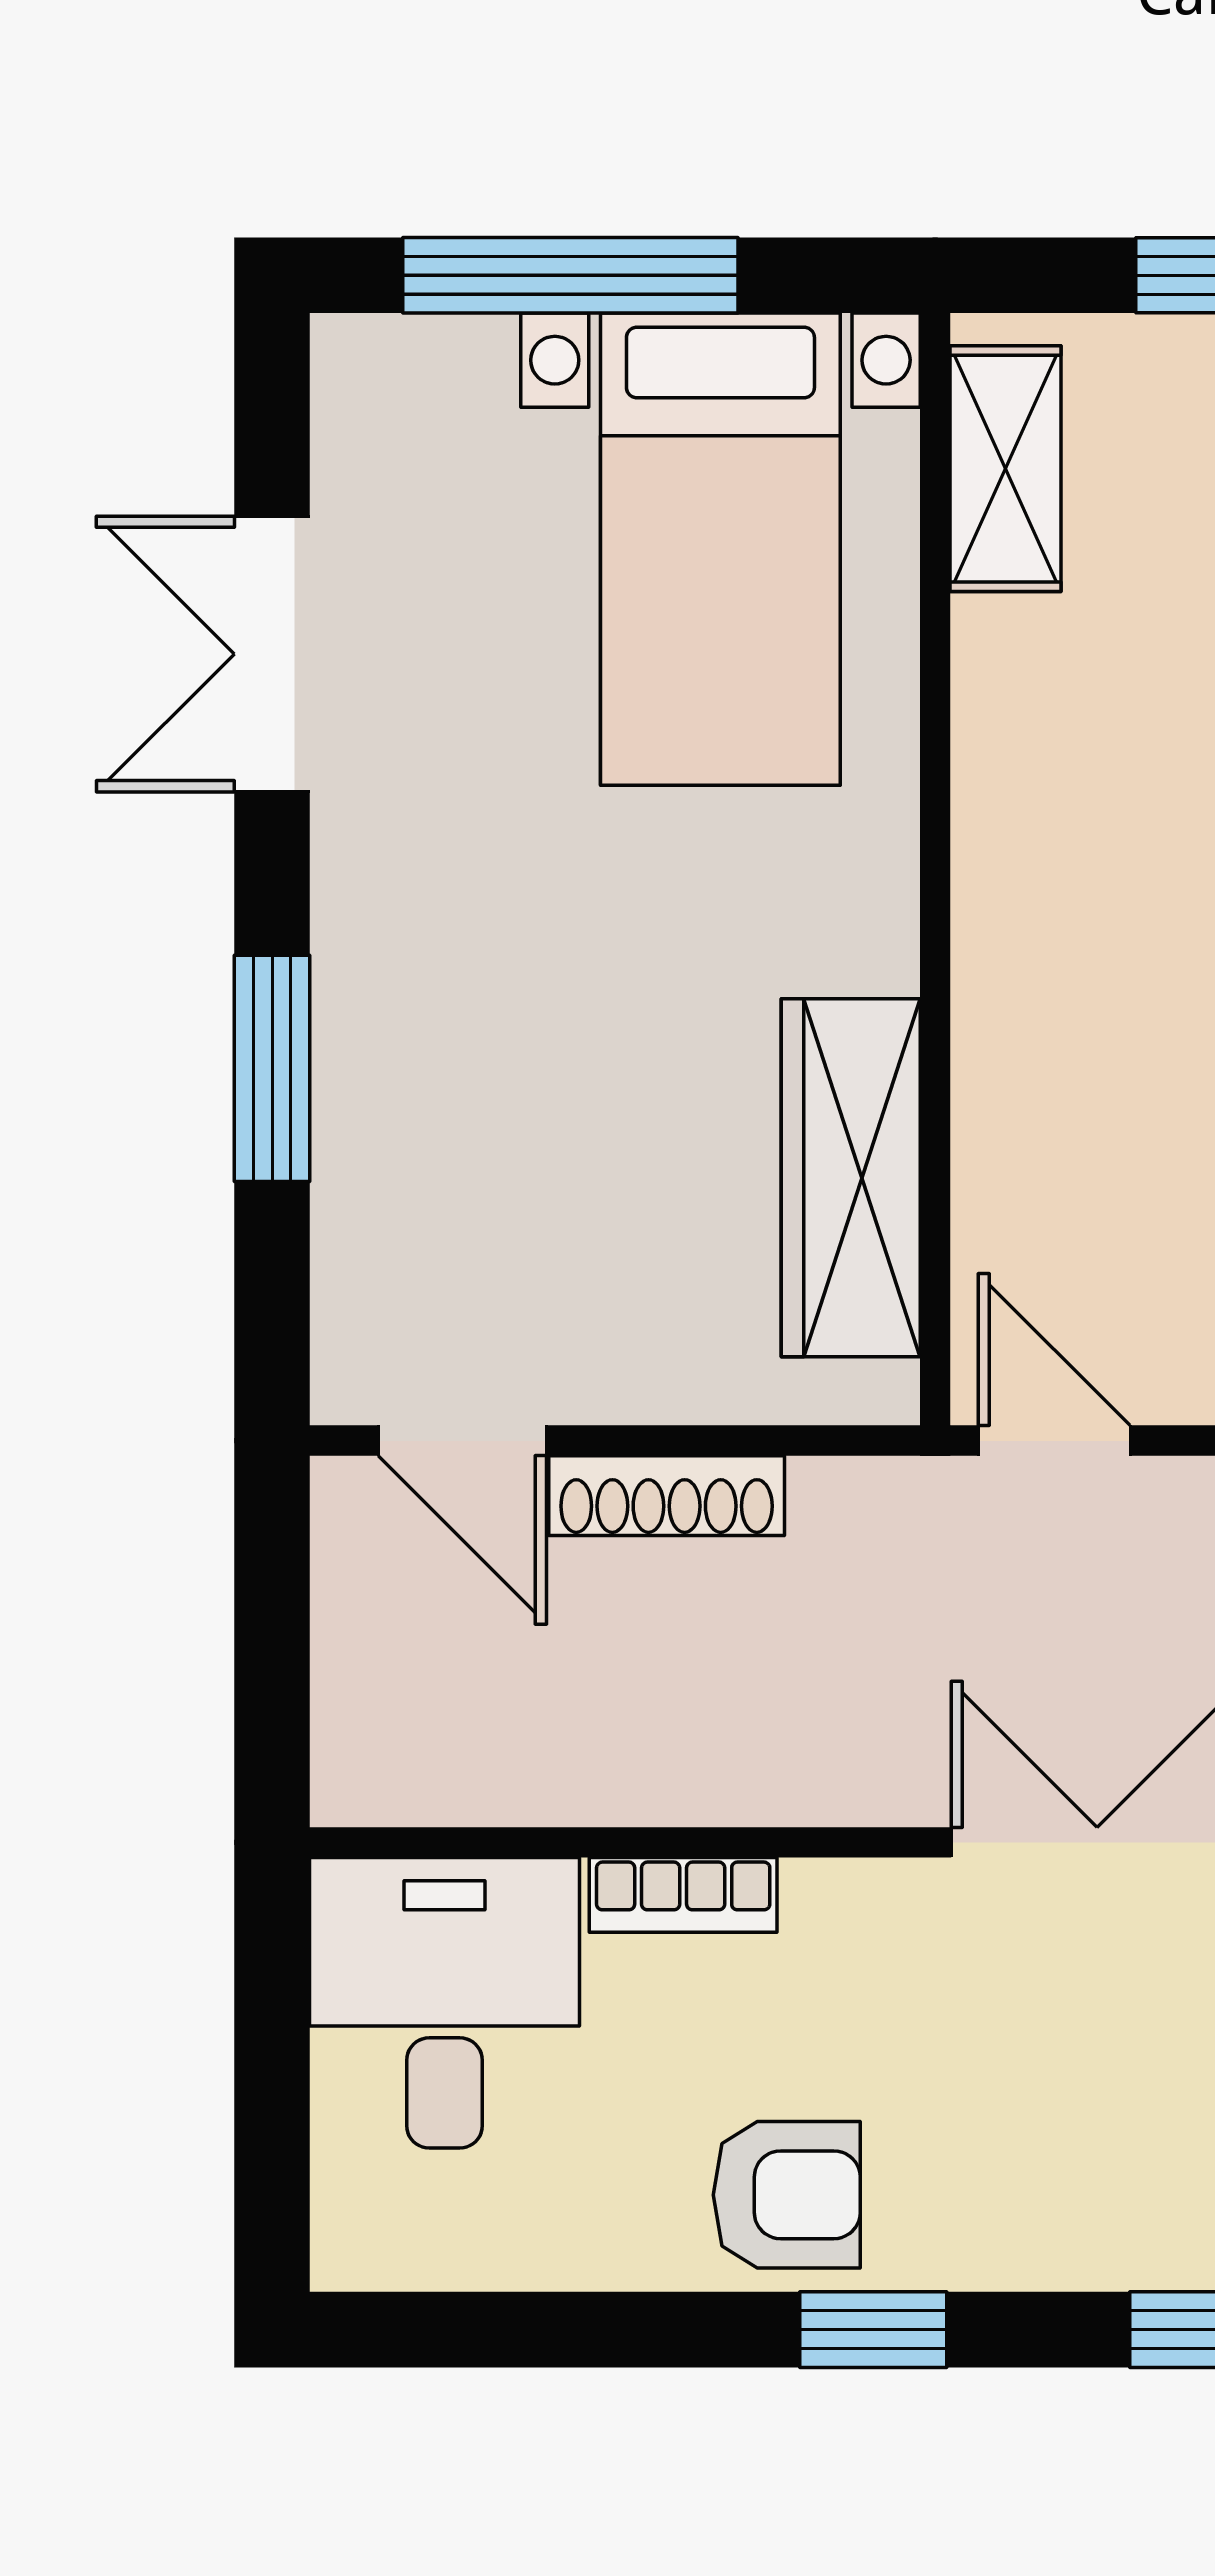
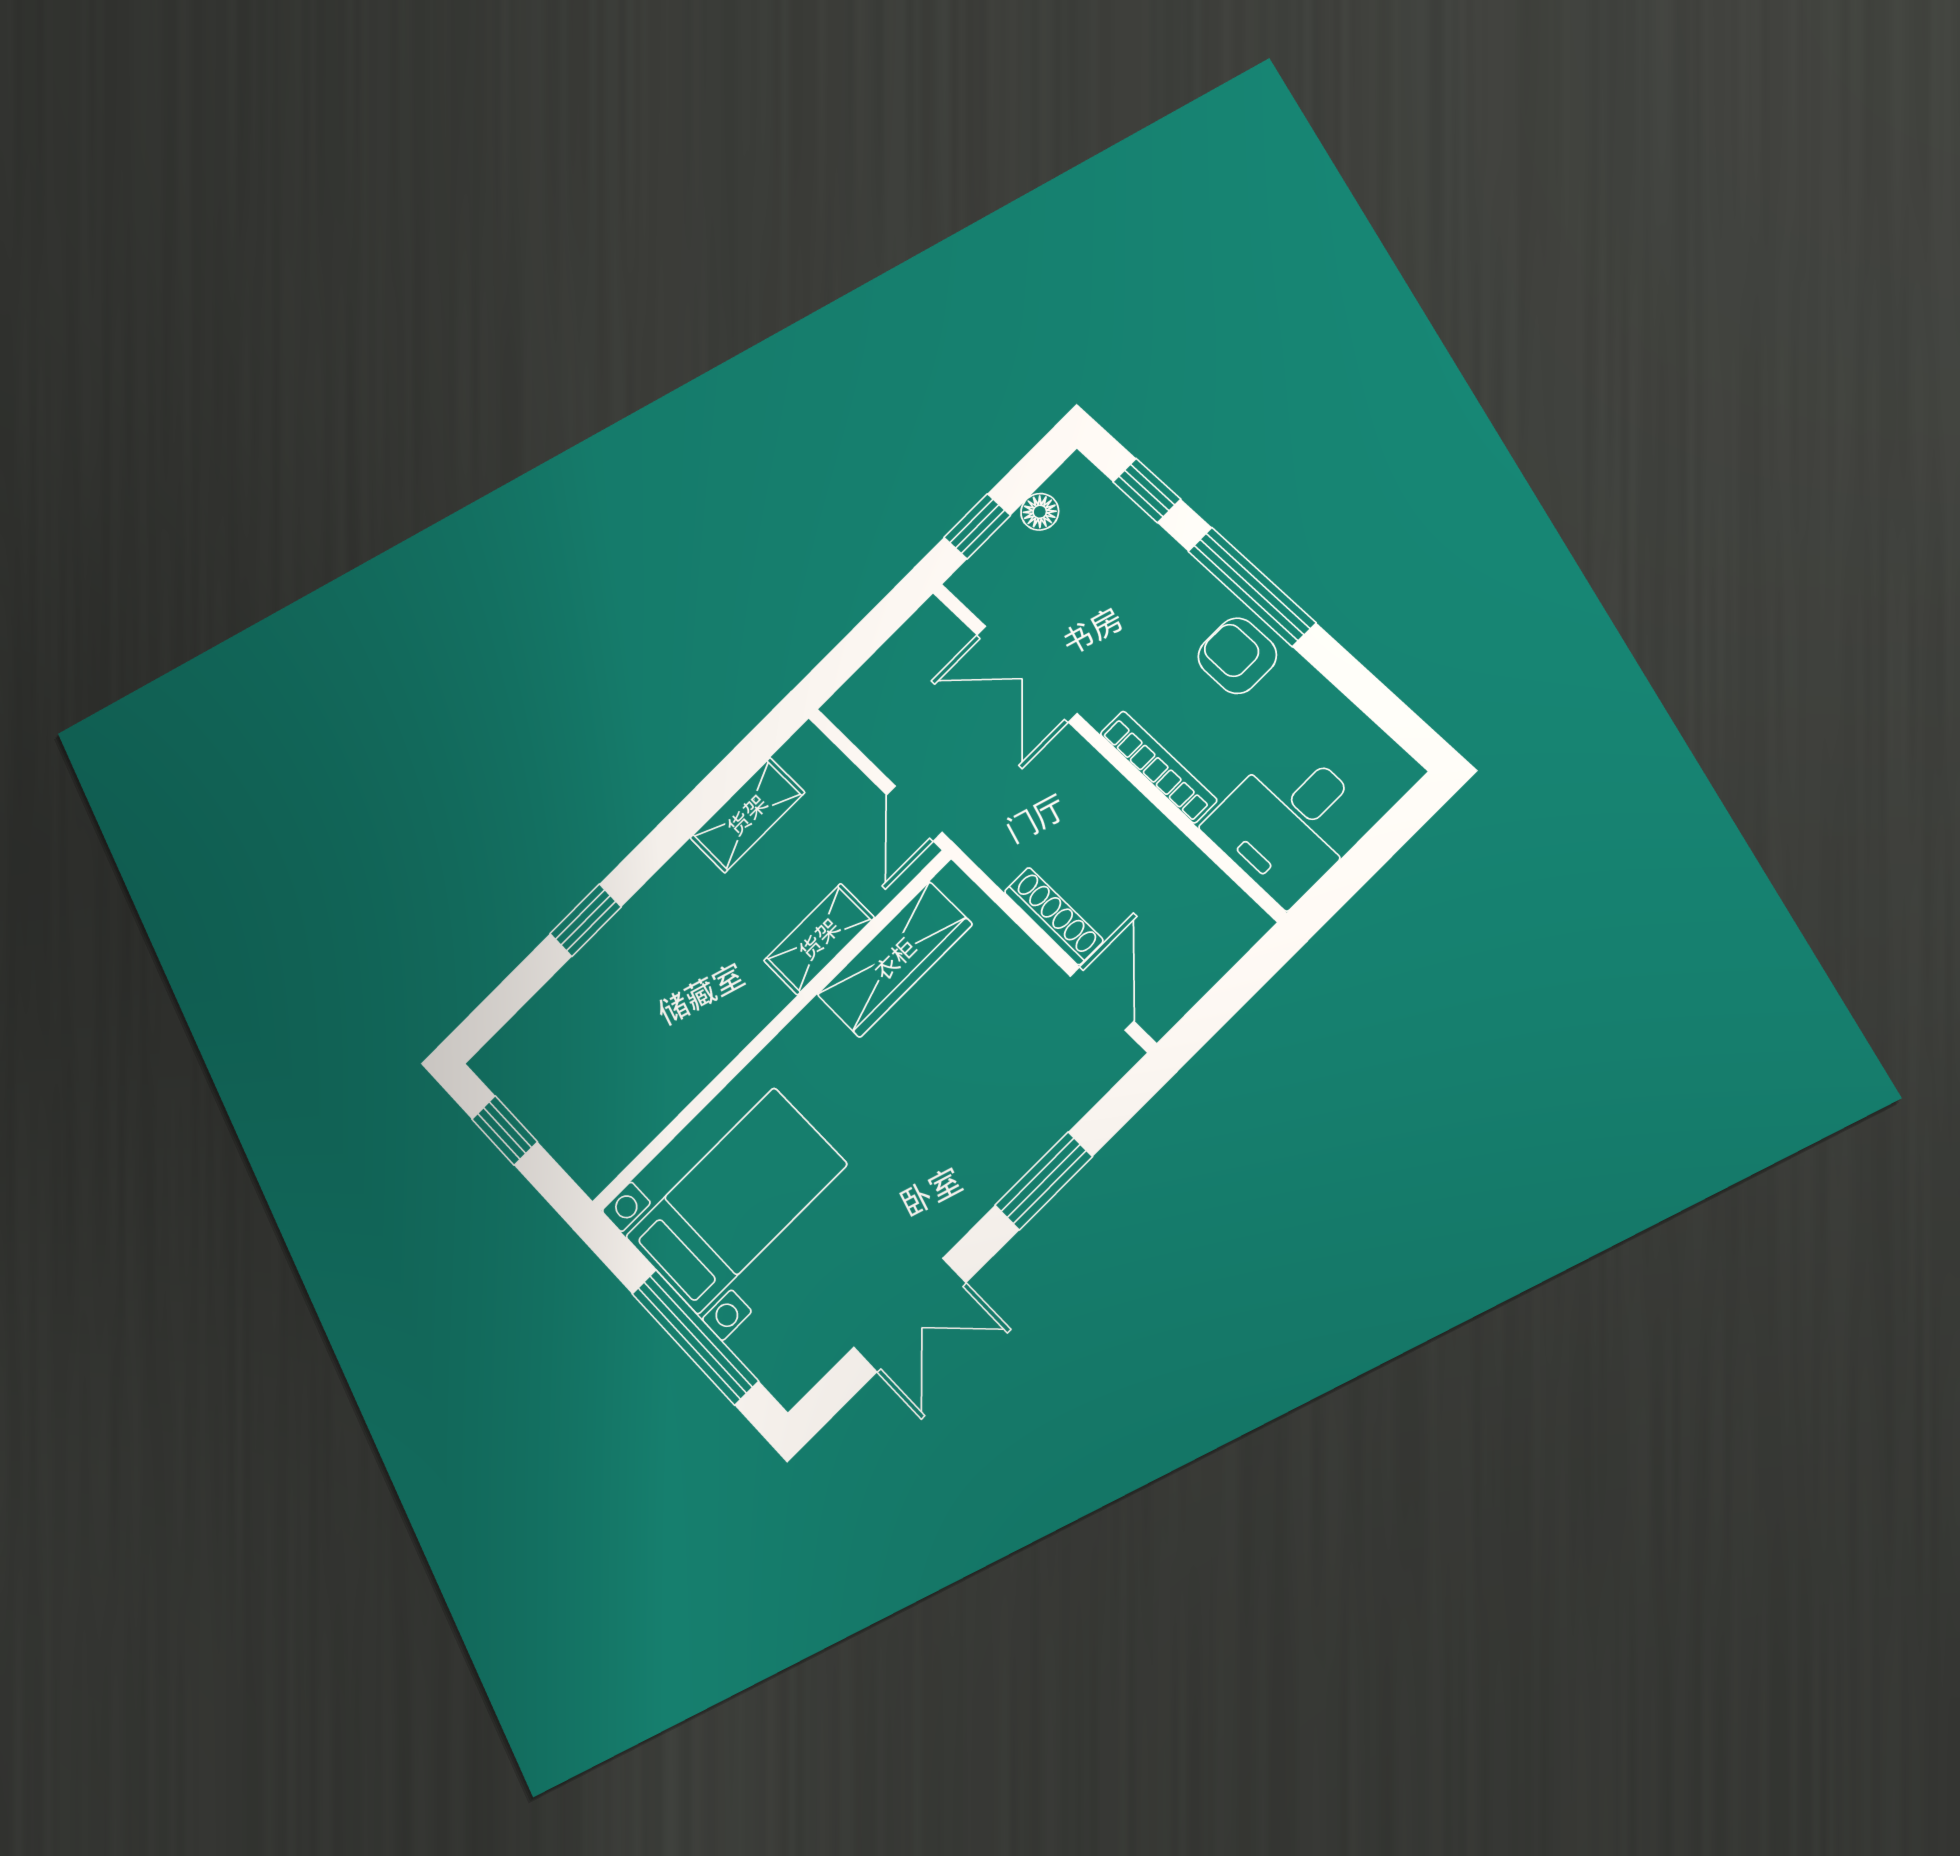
shelving: (1006, 469) -> (819, 939), moved
bookcase: (683, 1895) -> (1158, 767), width x1.56
window: (873, 2330) -> (1252, 587), width x2.17

